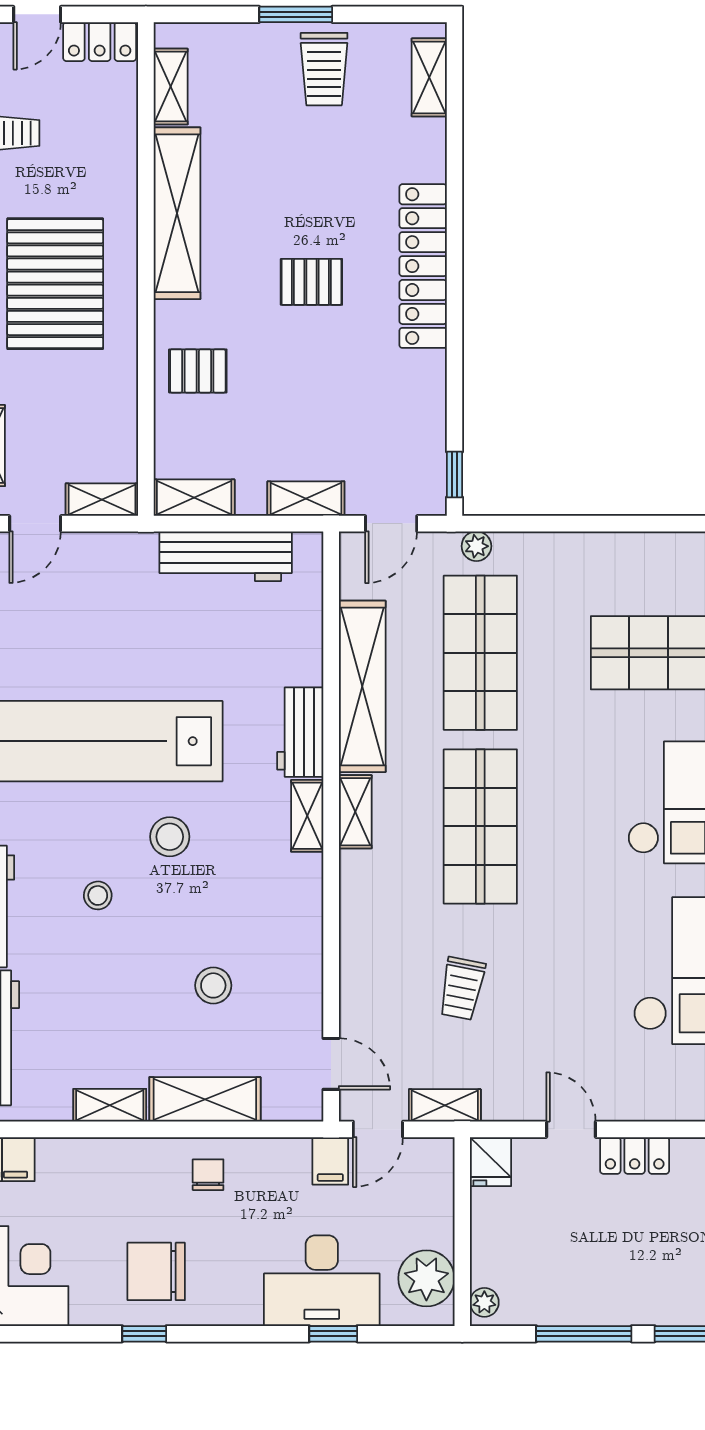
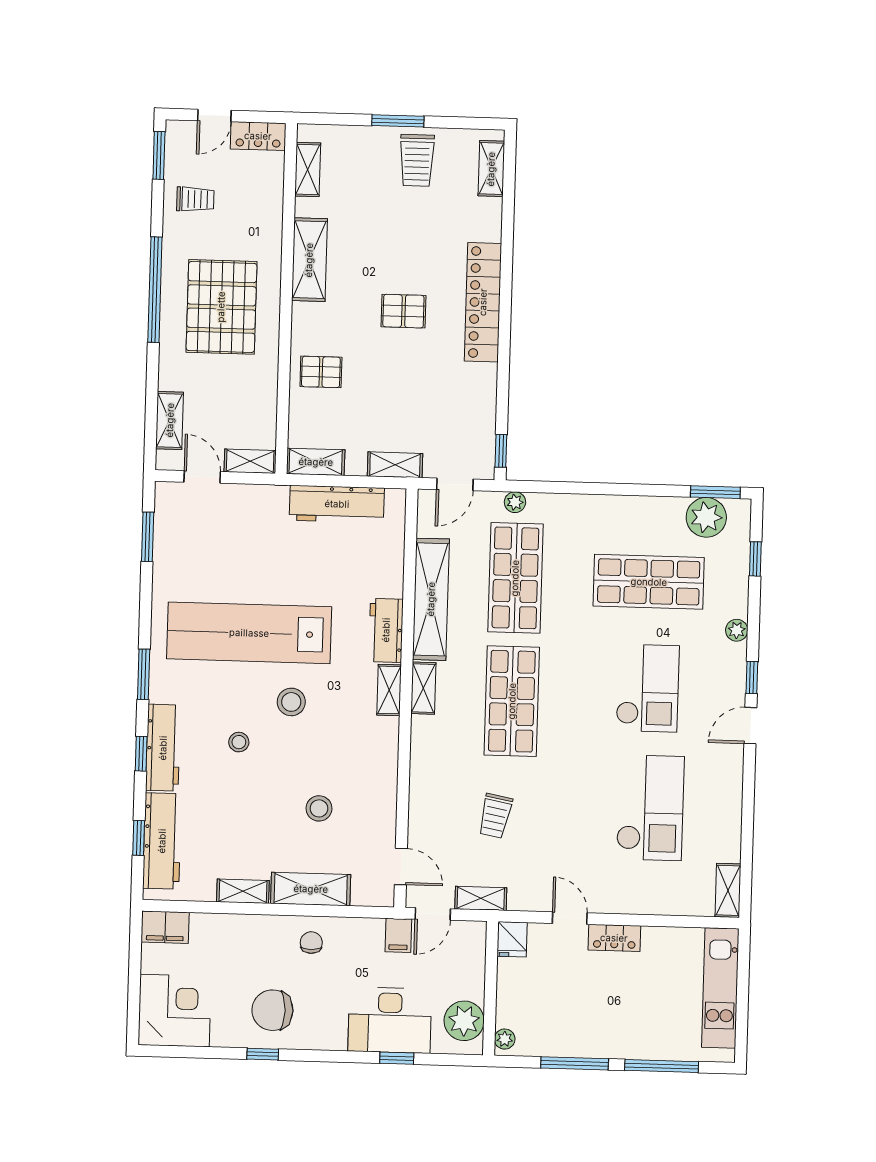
shelving: (177, 213) -> (309, 260), width x0.68
door: (35, 524) -> (202, 477), swing flipped

